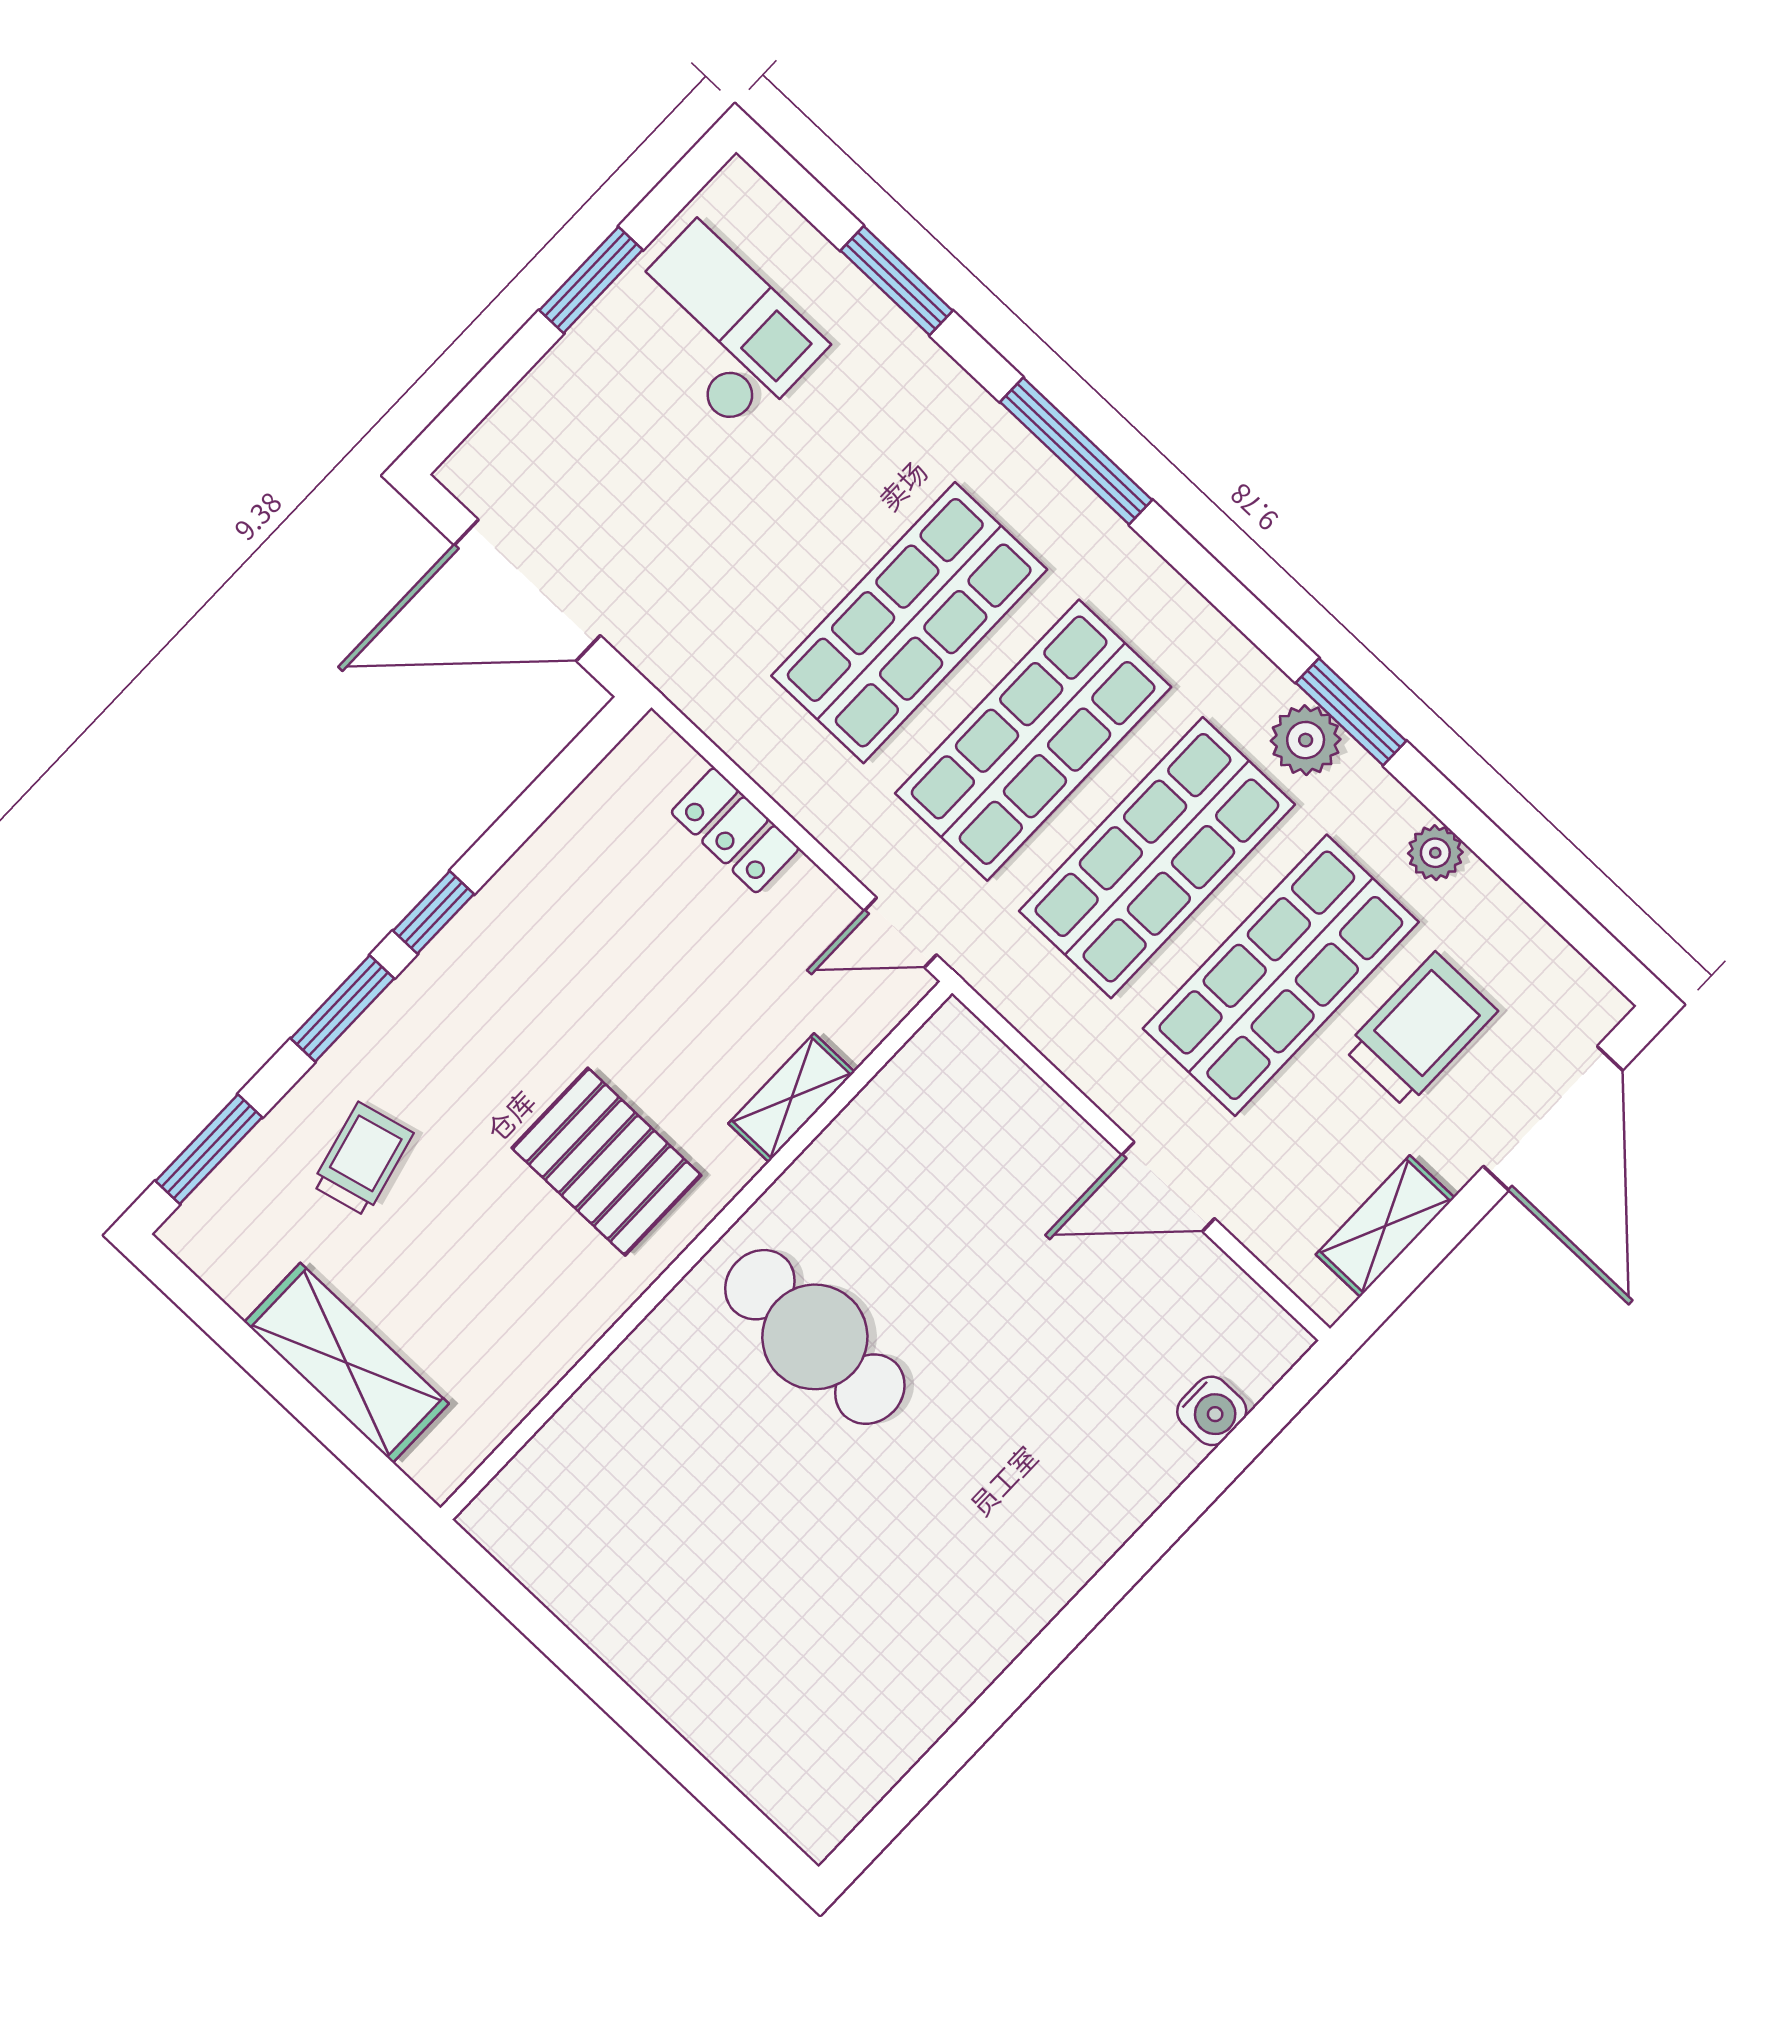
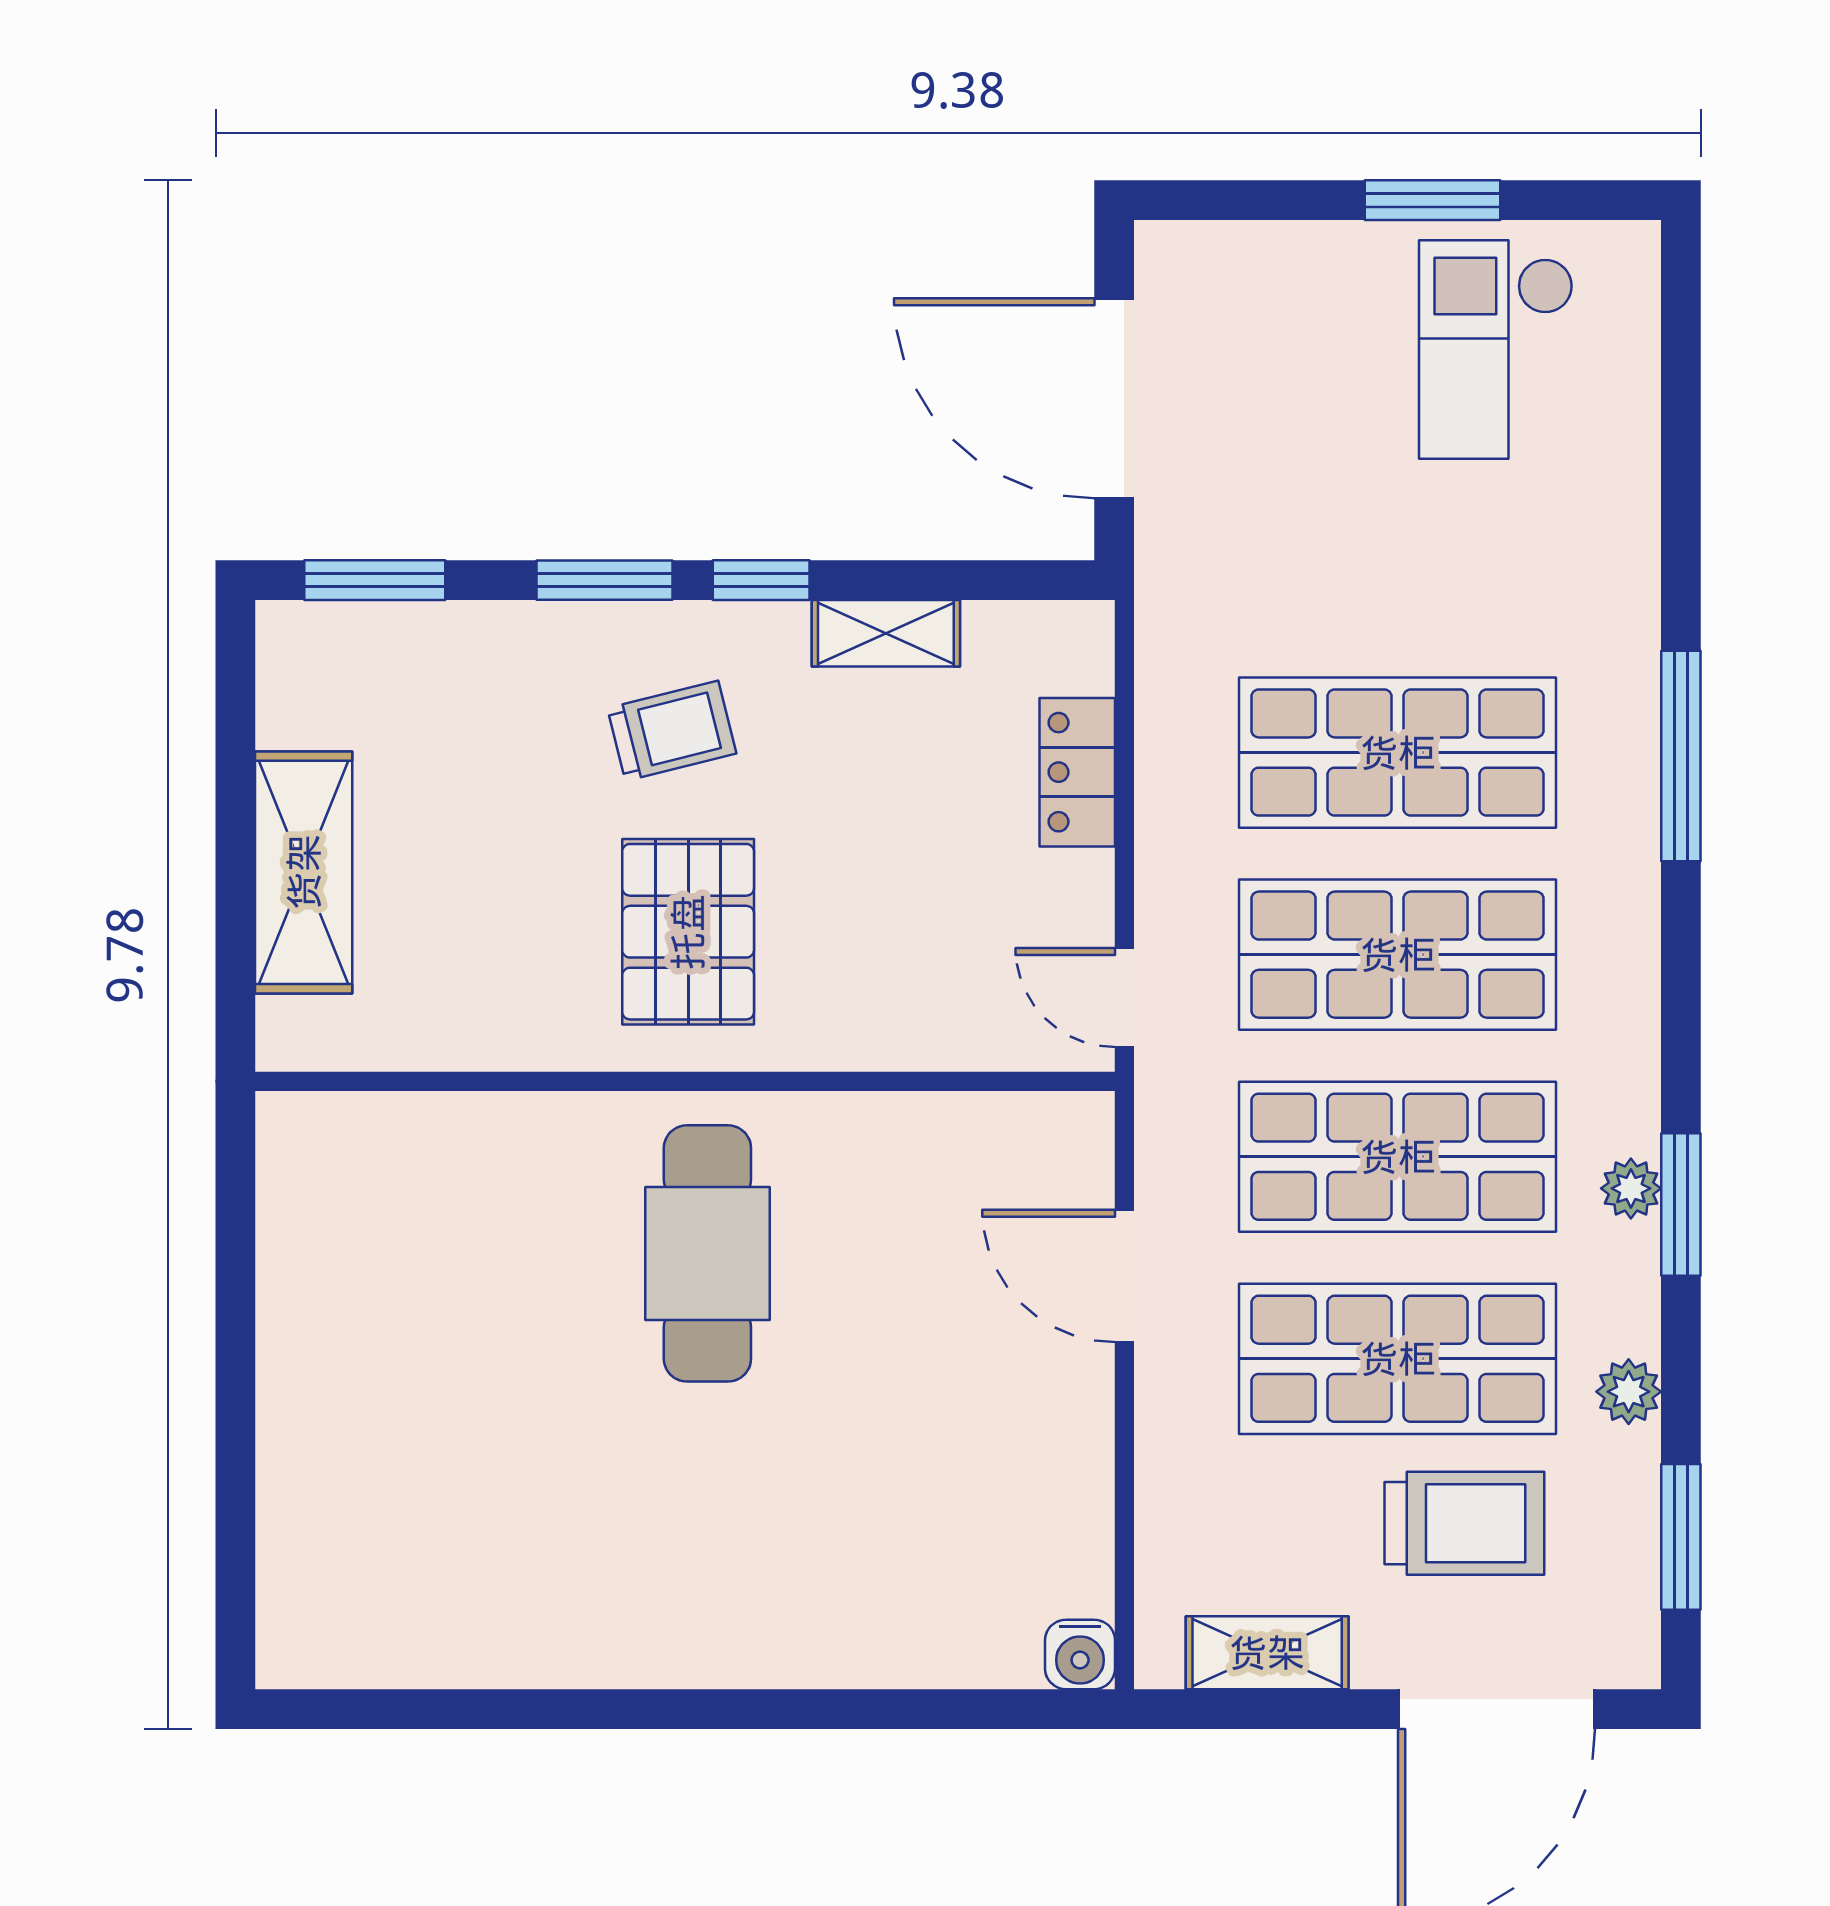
window: (897, 281) -> (1681, 1537), moved
checkout: (720, 328) -> (1496, 349), turned 180
plant: (1306, 740) -> (1631, 1188), width x0.73, depth x0.73
shelving: (792, 1098) -> (886, 633), moved
trolley: (362, 1159) -> (672, 731), moved
door: (1168, 1187) -> (1124, 1276), moved
water cooler: (1212, 1411) -> (1080, 1654), moved

